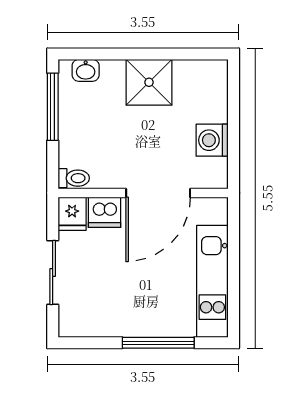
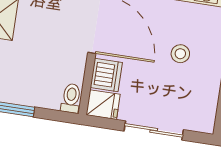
stool: (140, 288) -> (180, 54), added

